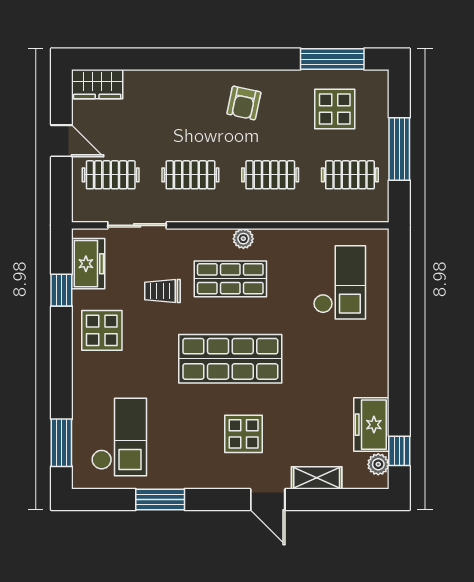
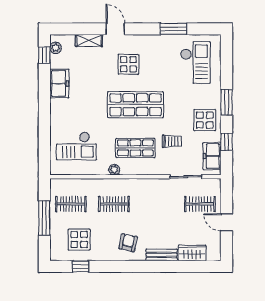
window: (332, 59) -> (80, 266), width x0.46
bench: (182, 80) -> (162, 255), added
wardrobe: (97, 84) -> (192, 253), moved
clothes rail: (190, 175) -> (157, 204), removed
plant: (243, 239) -> (114, 170), moved
checkout: (340, 282) -> (77, 146), turned -90
freezer: (371, 425) -> (59, 84), moved
checkout: (119, 437) -> (195, 63), turned 180
window: (61, 443) -> (227, 102), moved

